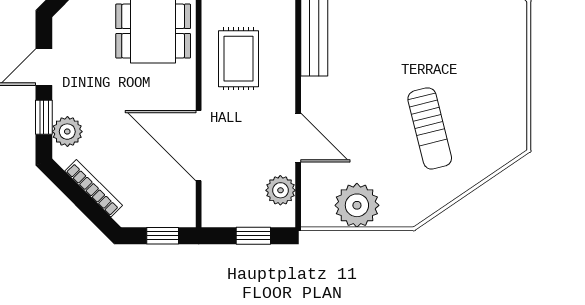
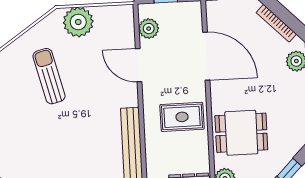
rug: (239, 59) -> (182, 117), turned 90
plant: (357, 205) -> (78, 22), moved

